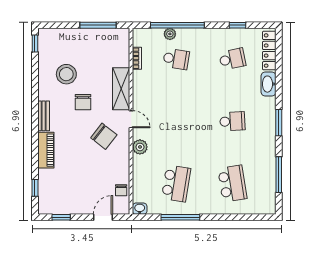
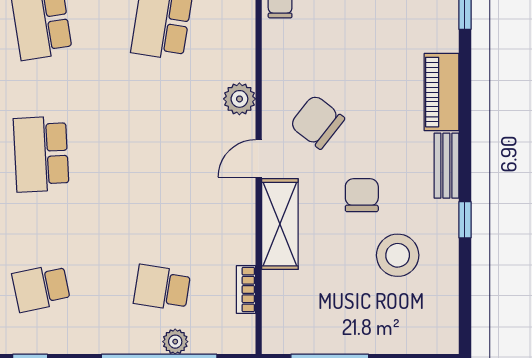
window: (35, 43) -> (465, 220), moved
door: (131, 119) -> (259, 158), hinge flipped
school desk: (232, 121) -> (41, 154), width x1.85

